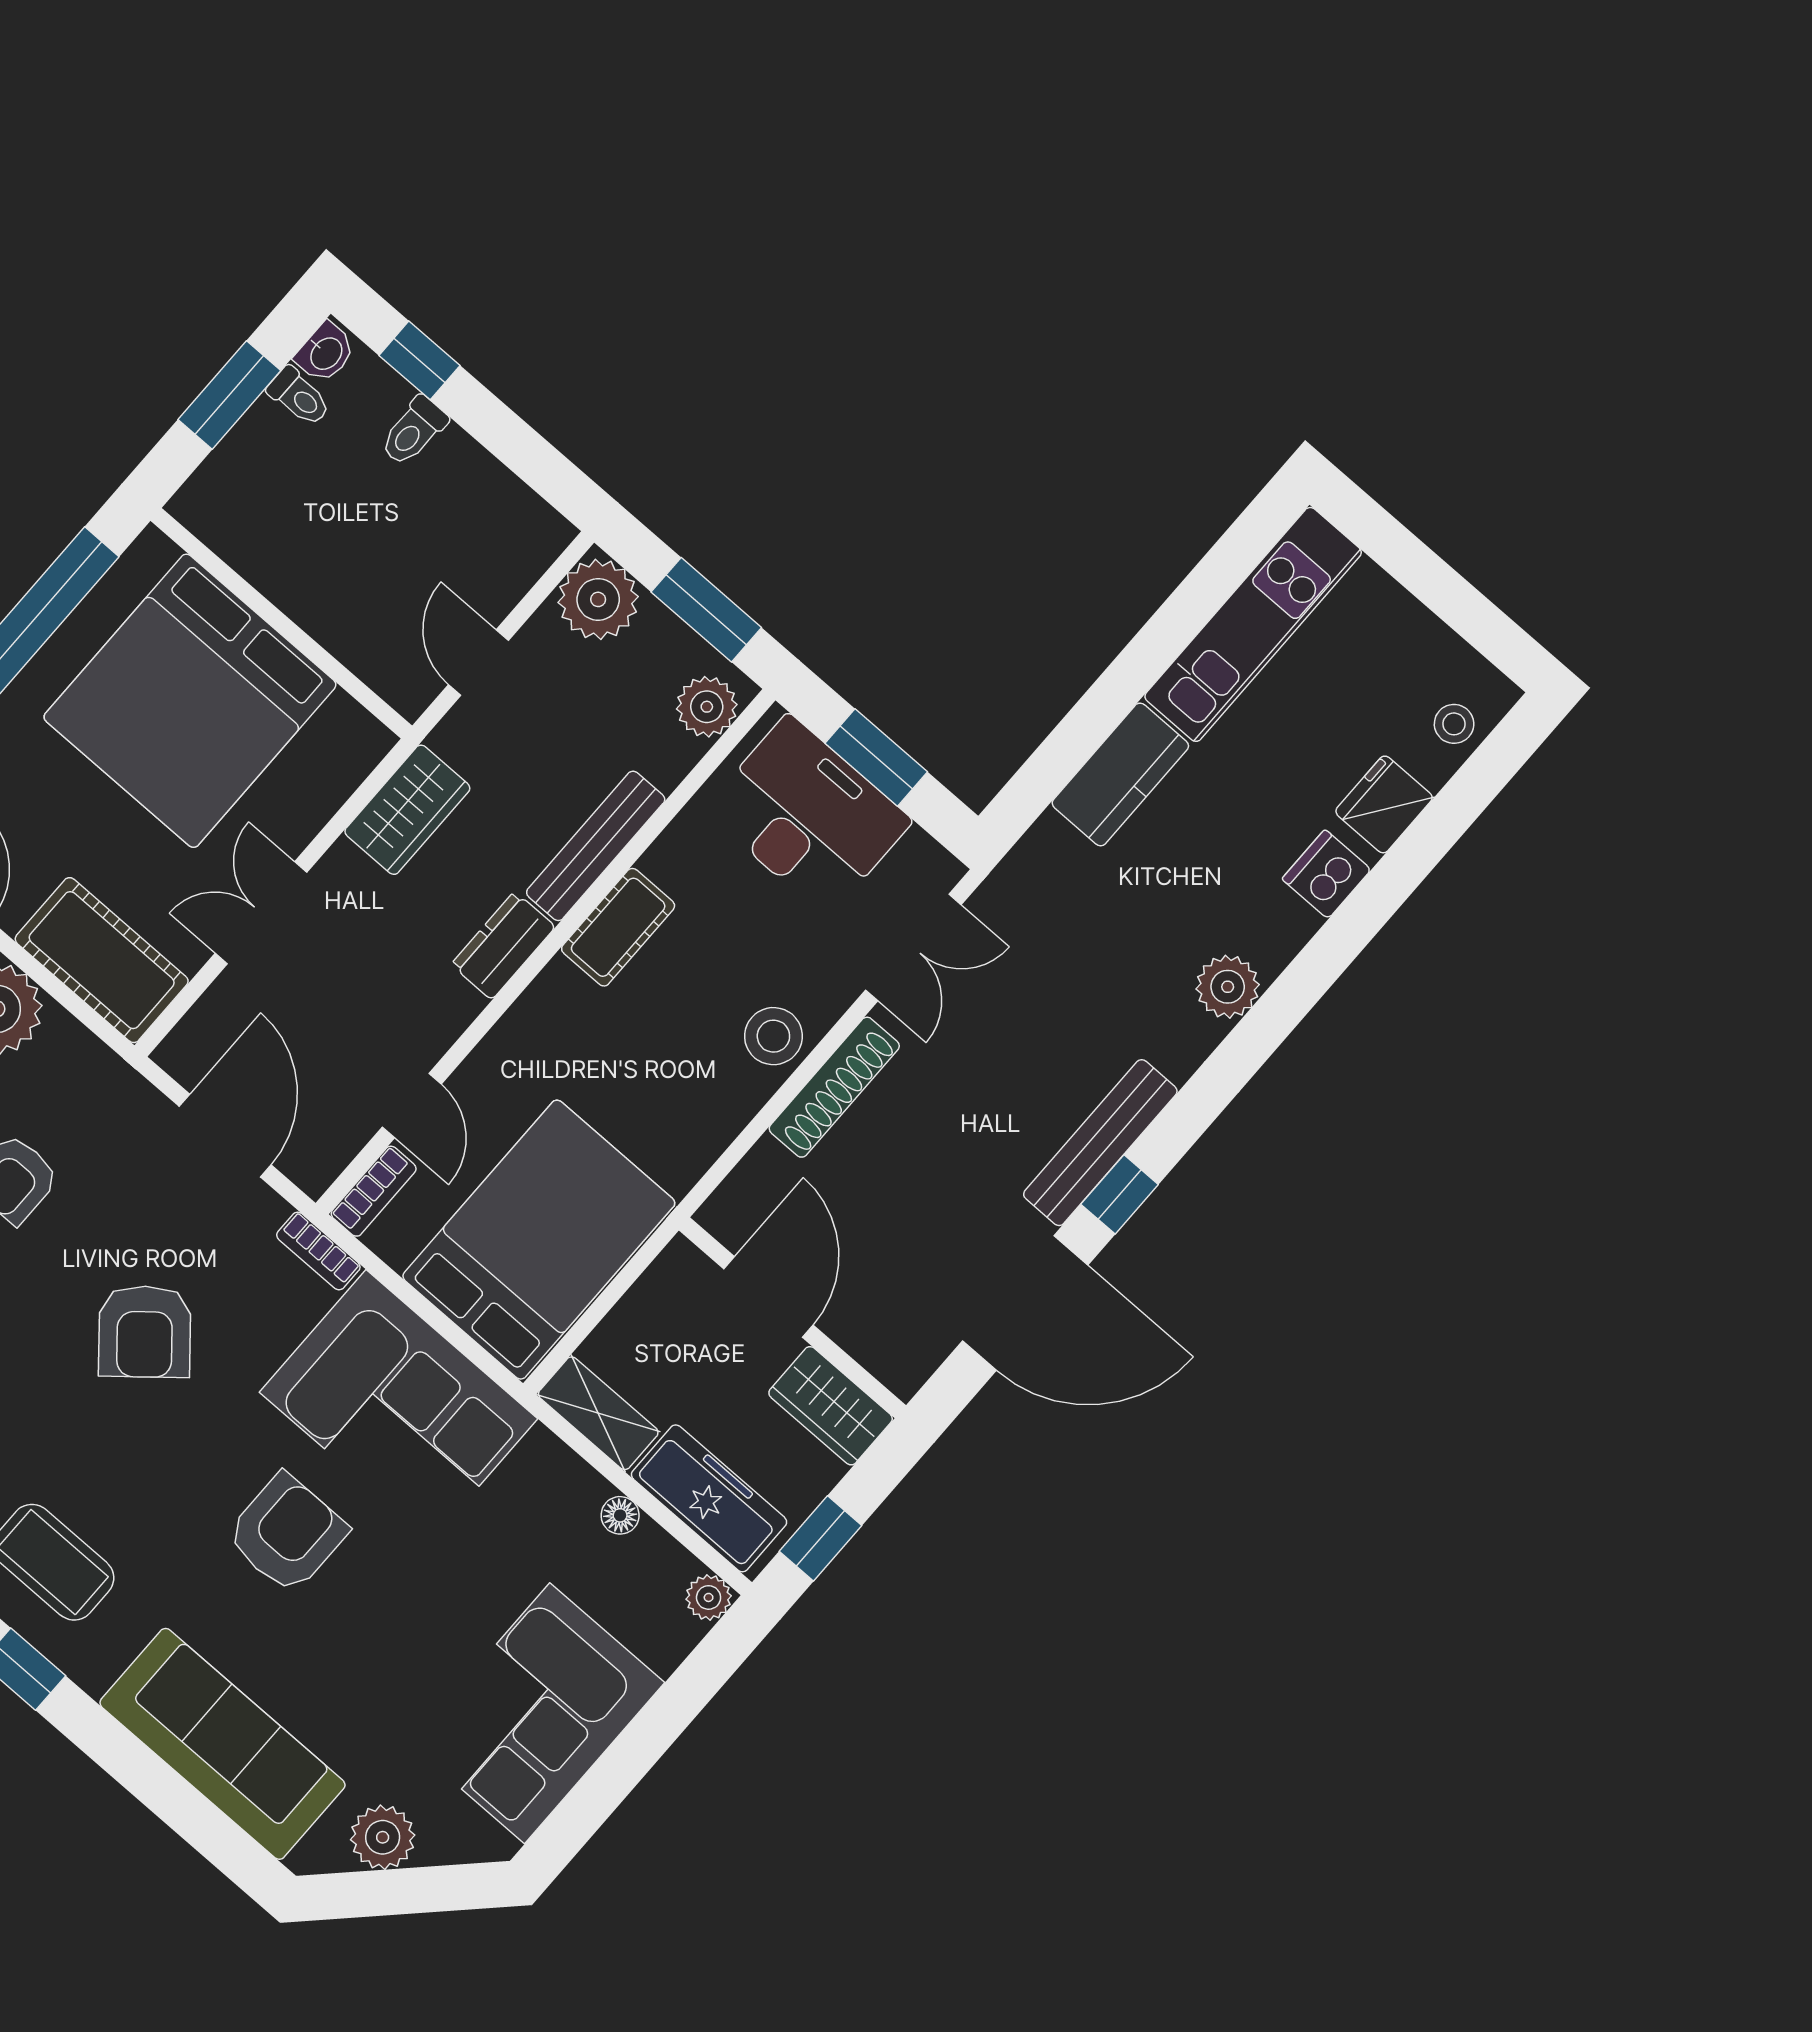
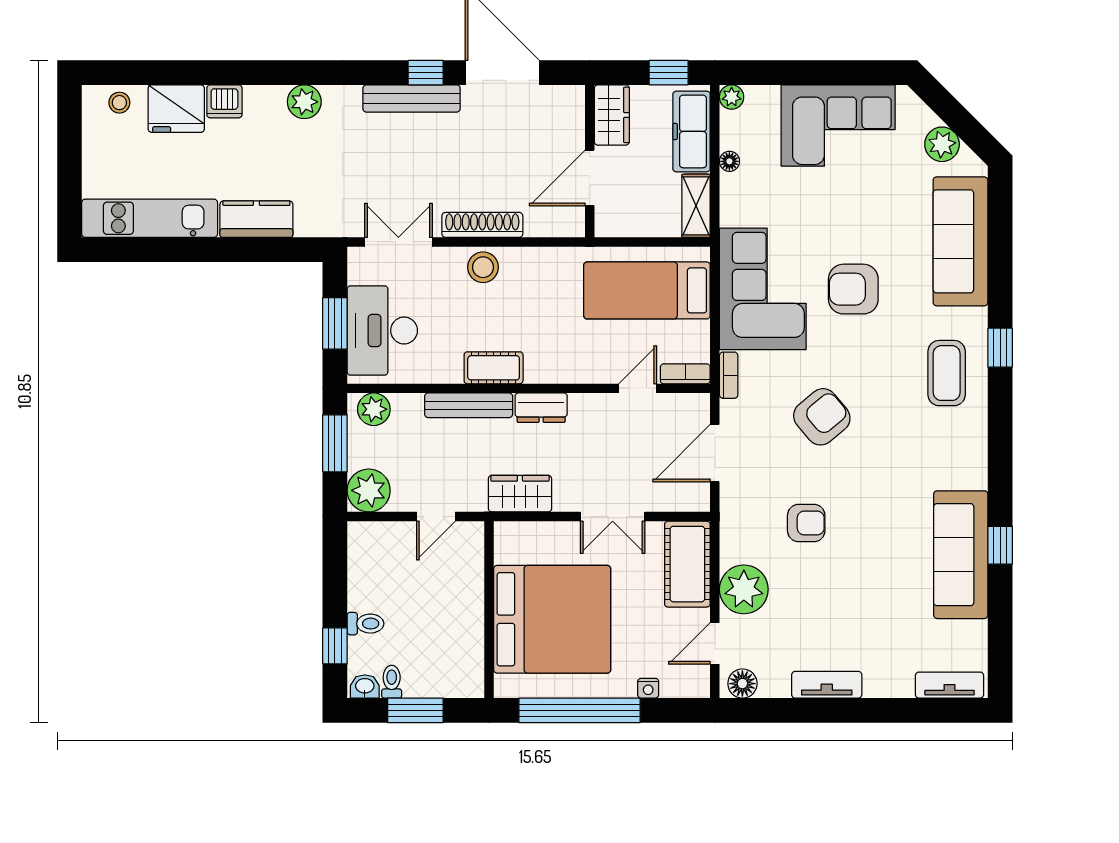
fridge: (1384, 804) -> (176, 109), width x1.36, depth x1.34
bed: (539, 1240) -> (647, 290), width x0.67

